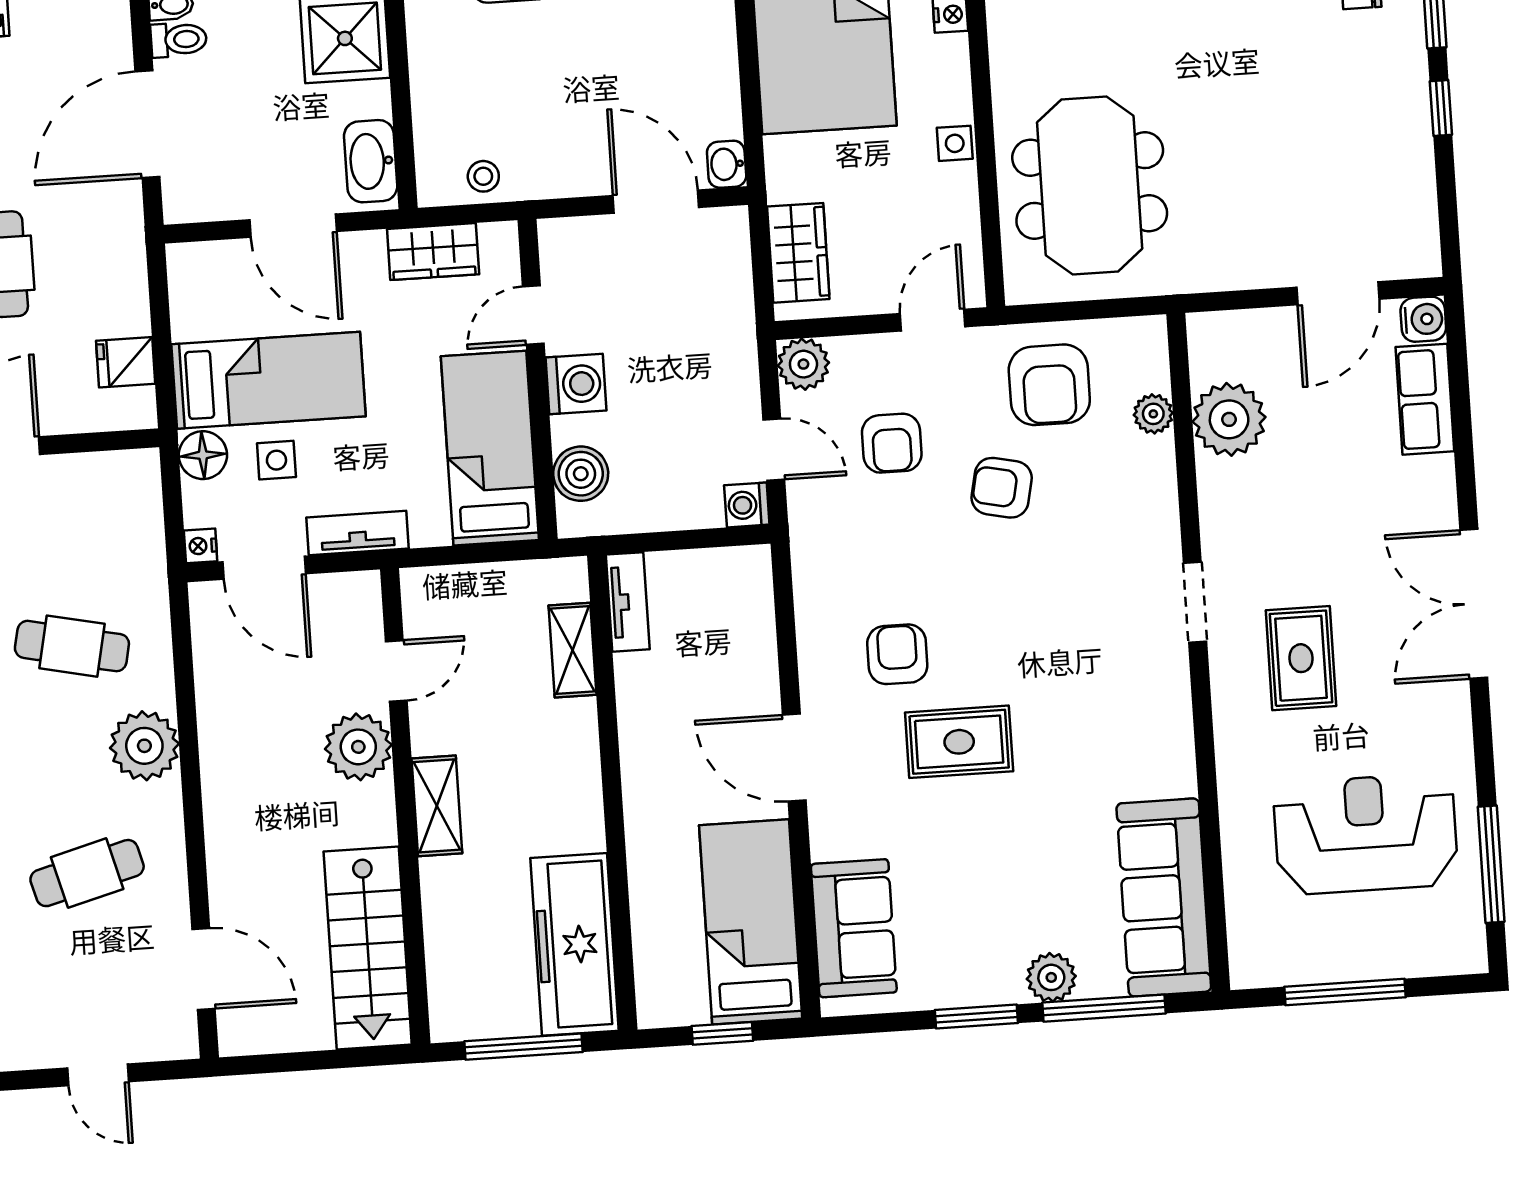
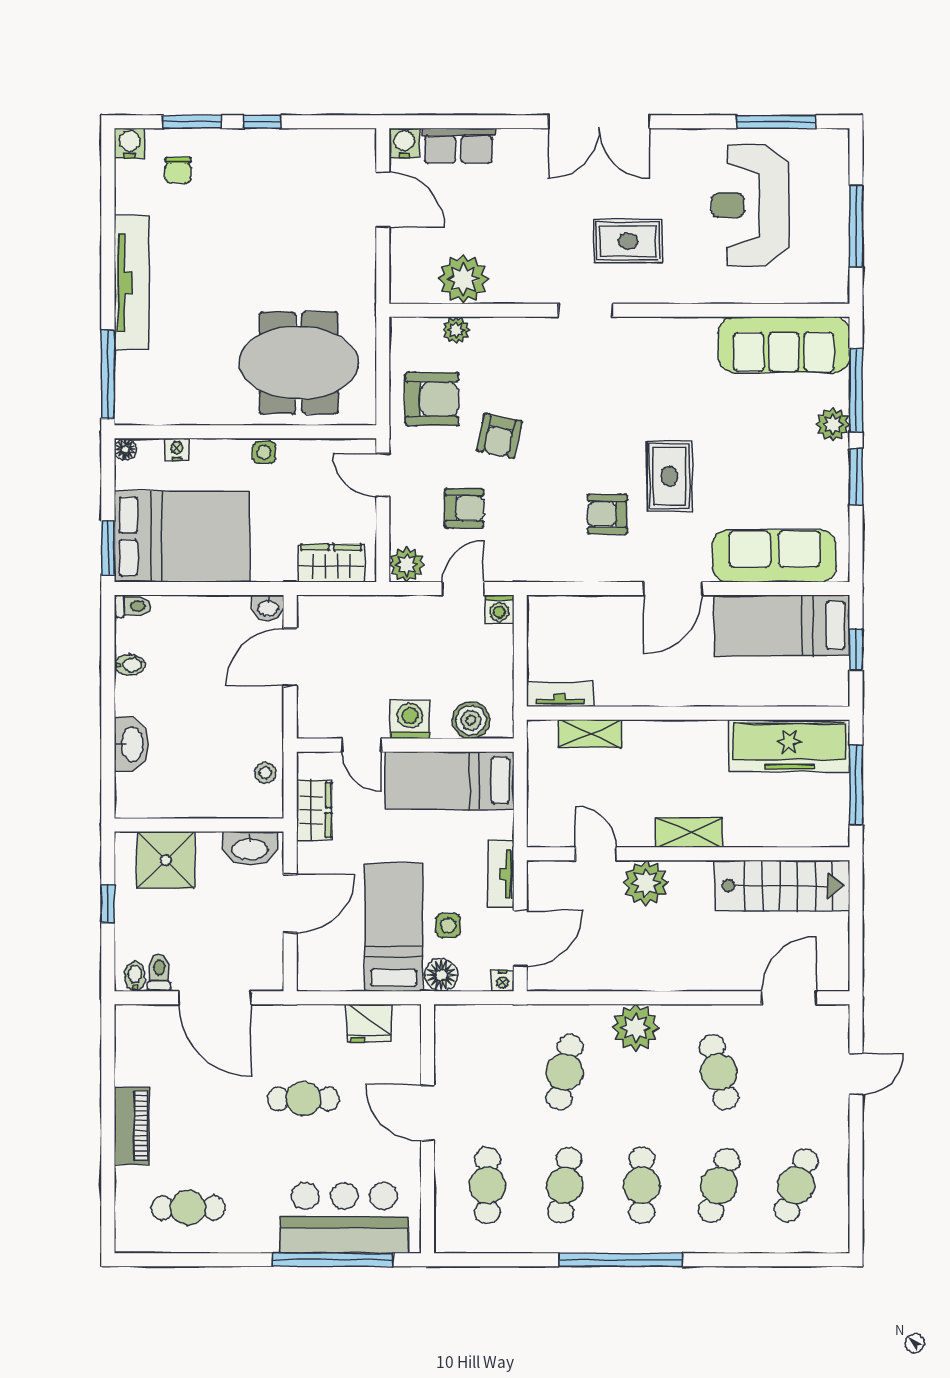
fridge: (126, 362) -> (369, 1023), width x1.38
sofa: (854, 928) -> (774, 556), width x1.36

